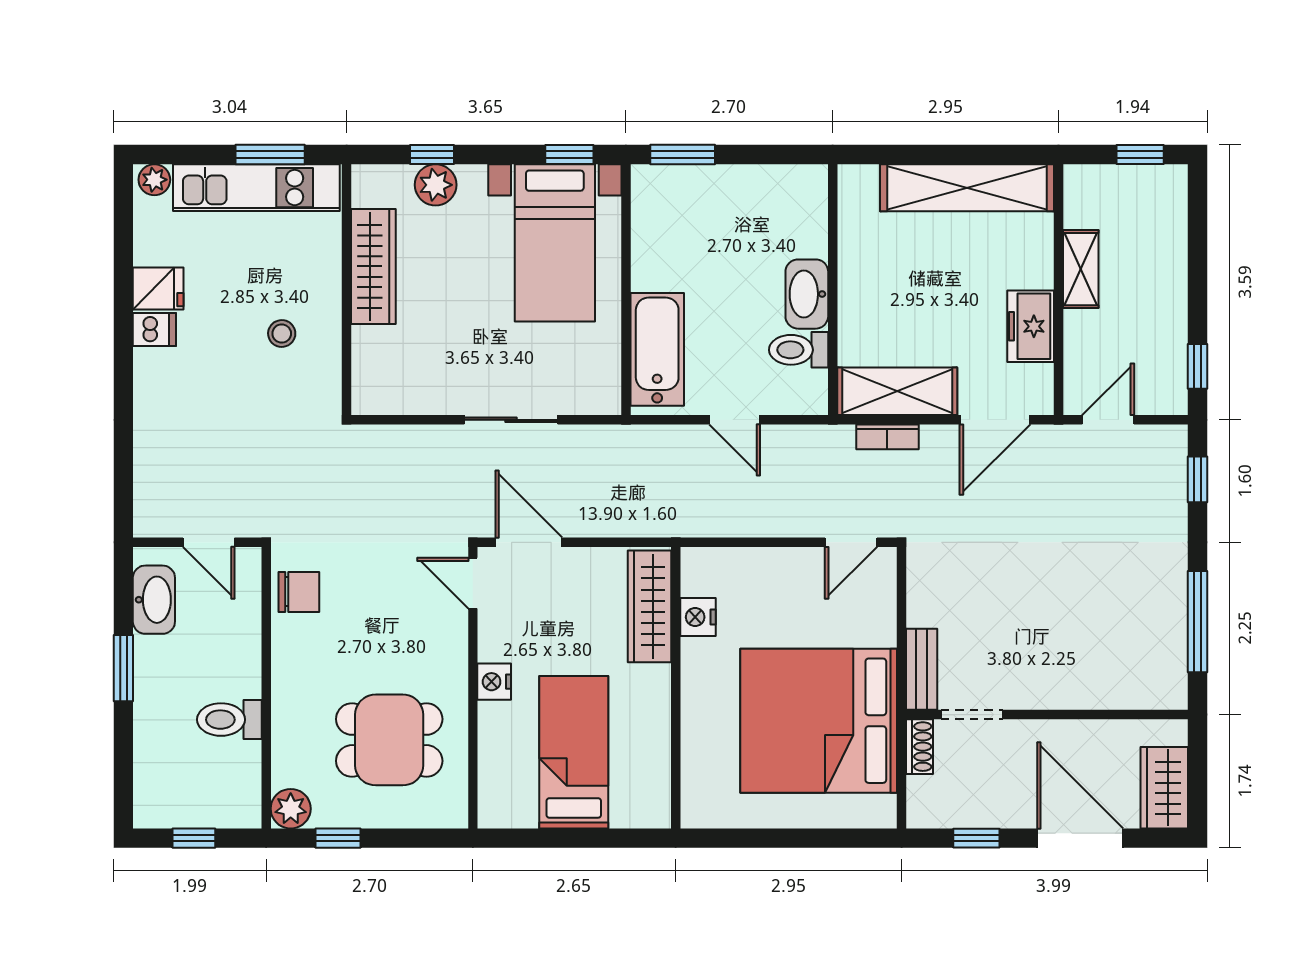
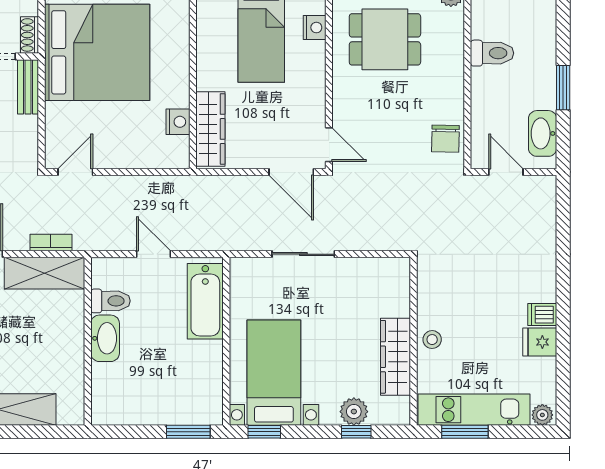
stool: (282, 334) -> (432, 340), moved
chair: (299, 592) -> (445, 139), turned -89
nightstand: (494, 682) -> (315, 28), moved

